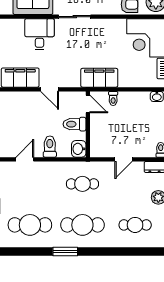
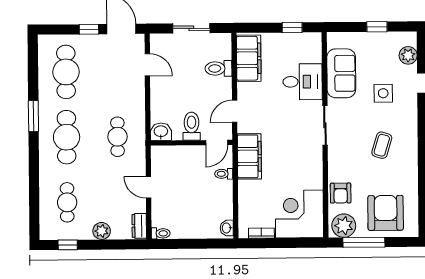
door: (50, 89) -> (235, 111), moved
toilet: (50, 147) -> (218, 68), moved, turned 180

